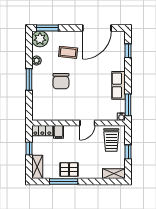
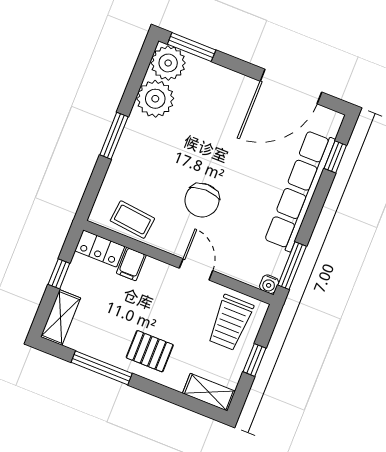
coffee table: (68, 52) -> (132, 220), moved
plant: (37, 61) -> (155, 99), width x1.88, depth x1.88
chair: (61, 81) -> (202, 200), moved
row of seats: (119, 85) -> (300, 191), width x2.02
door: (87, 123) -> (196, 269), swing flipped
pallet: (69, 170) -> (150, 351), moved

